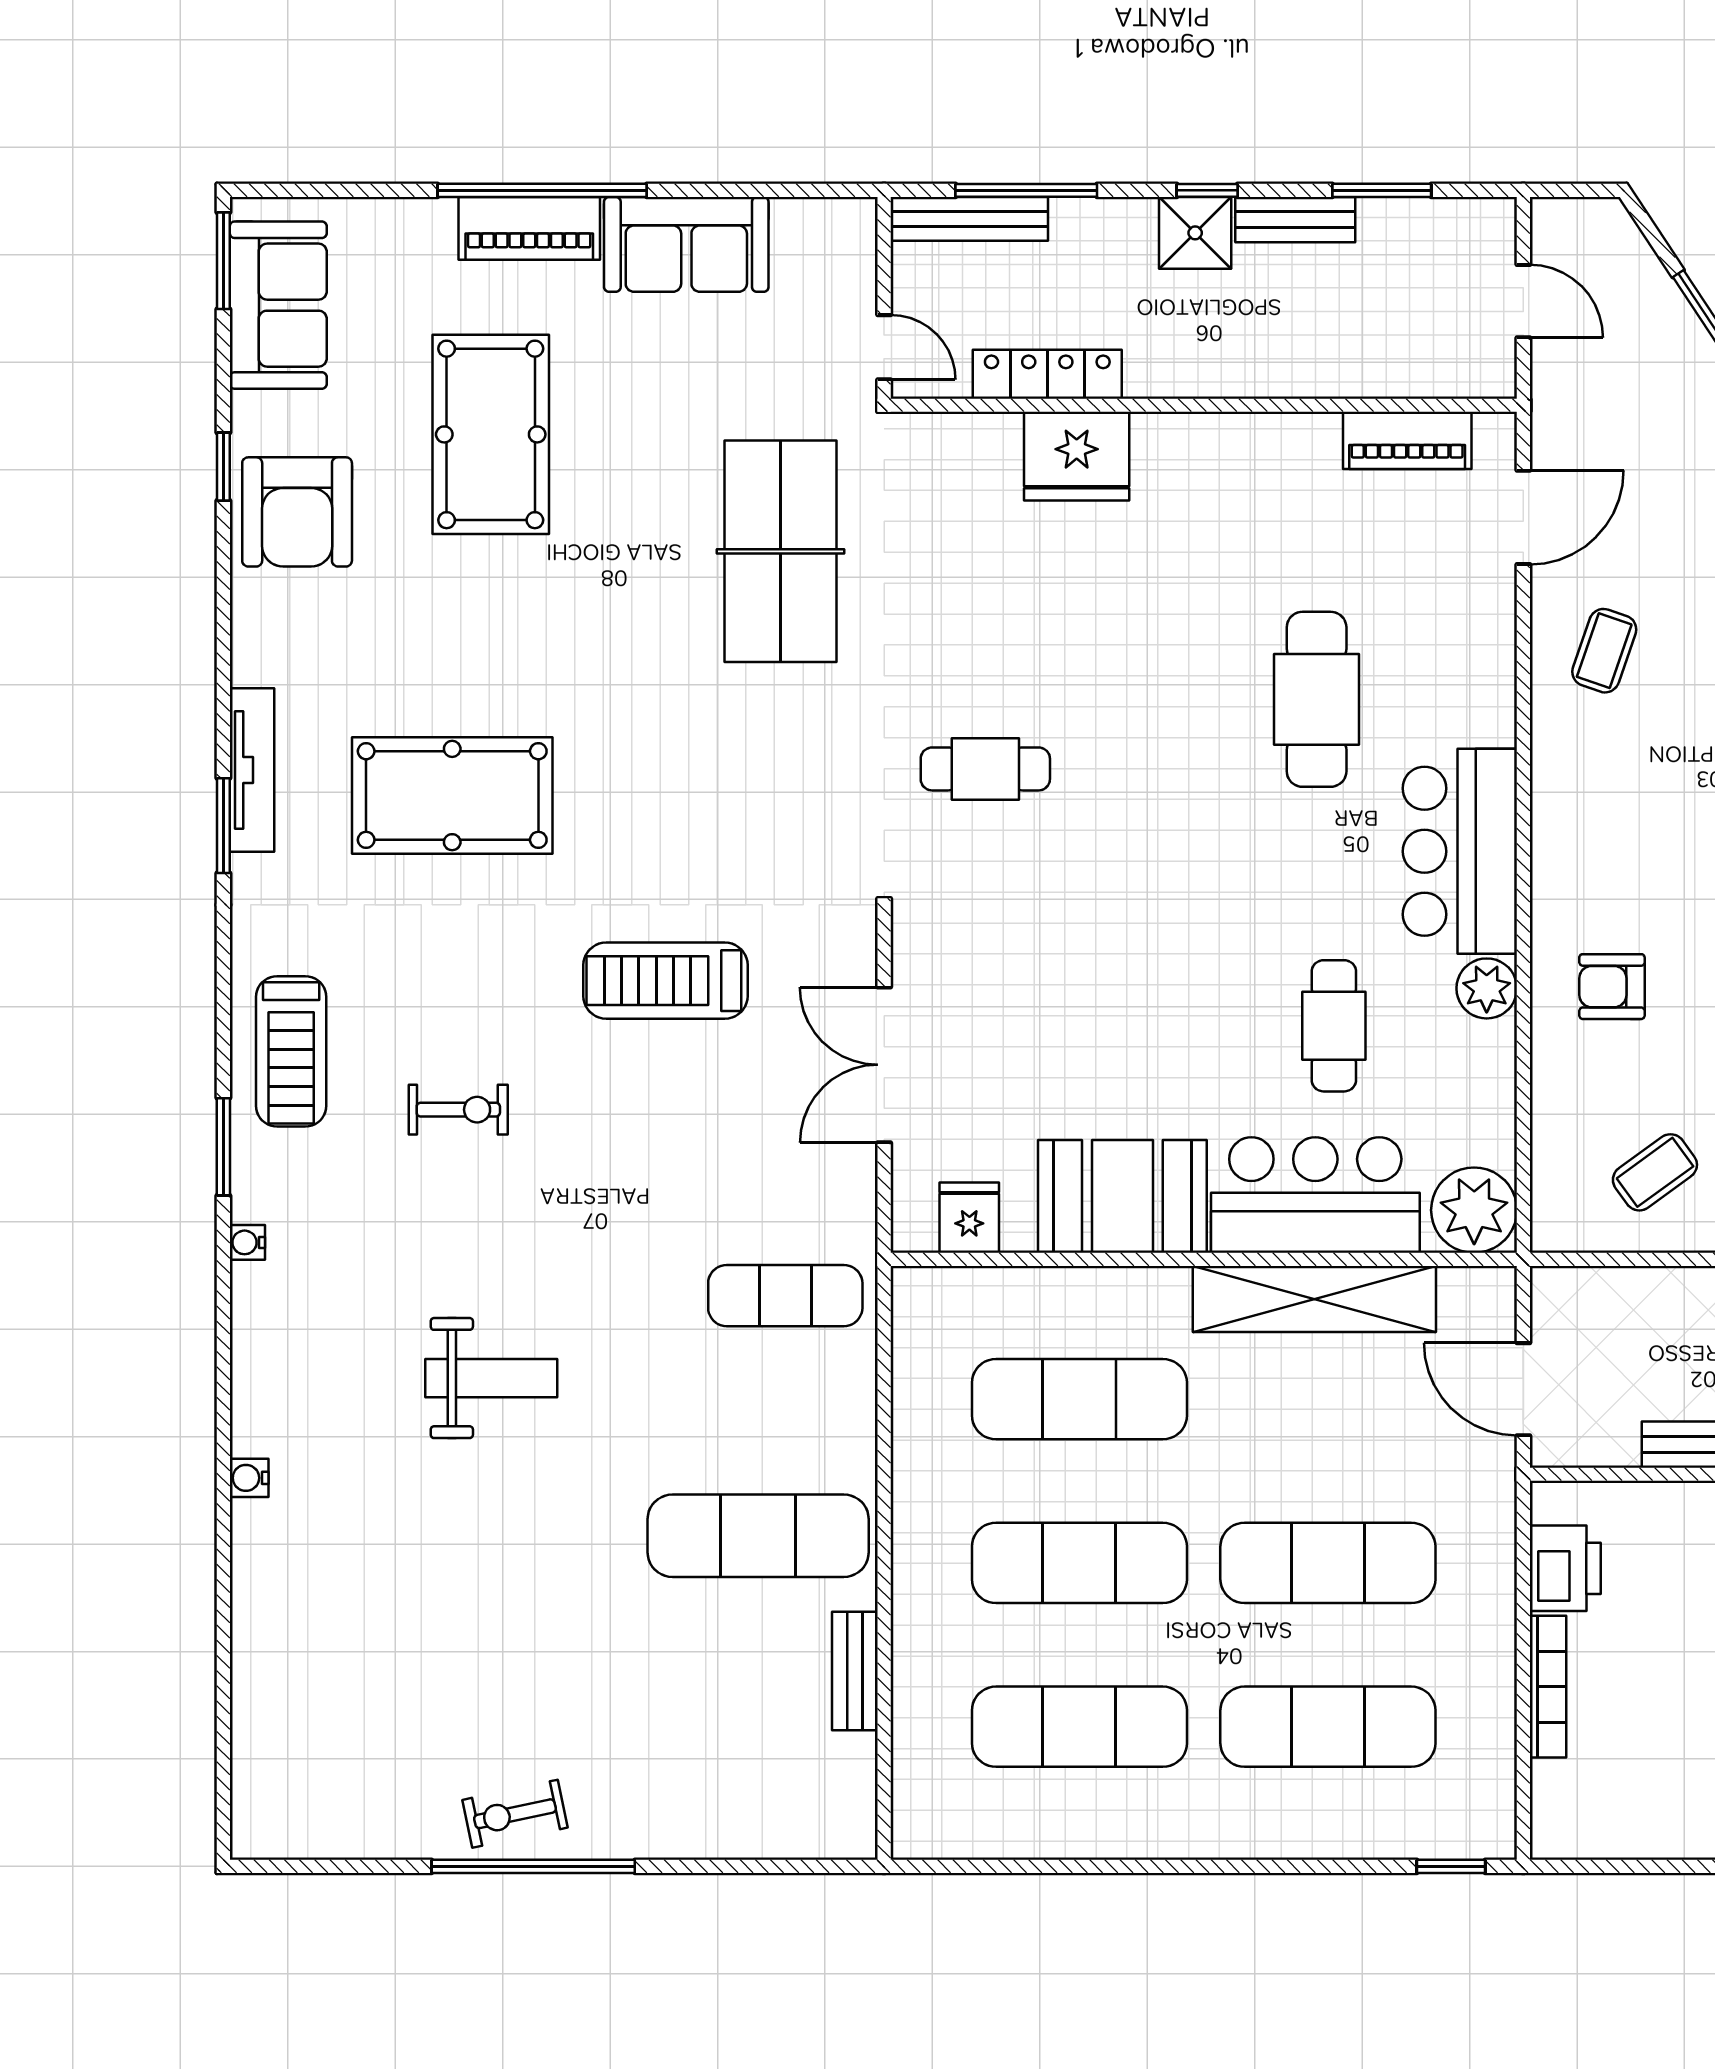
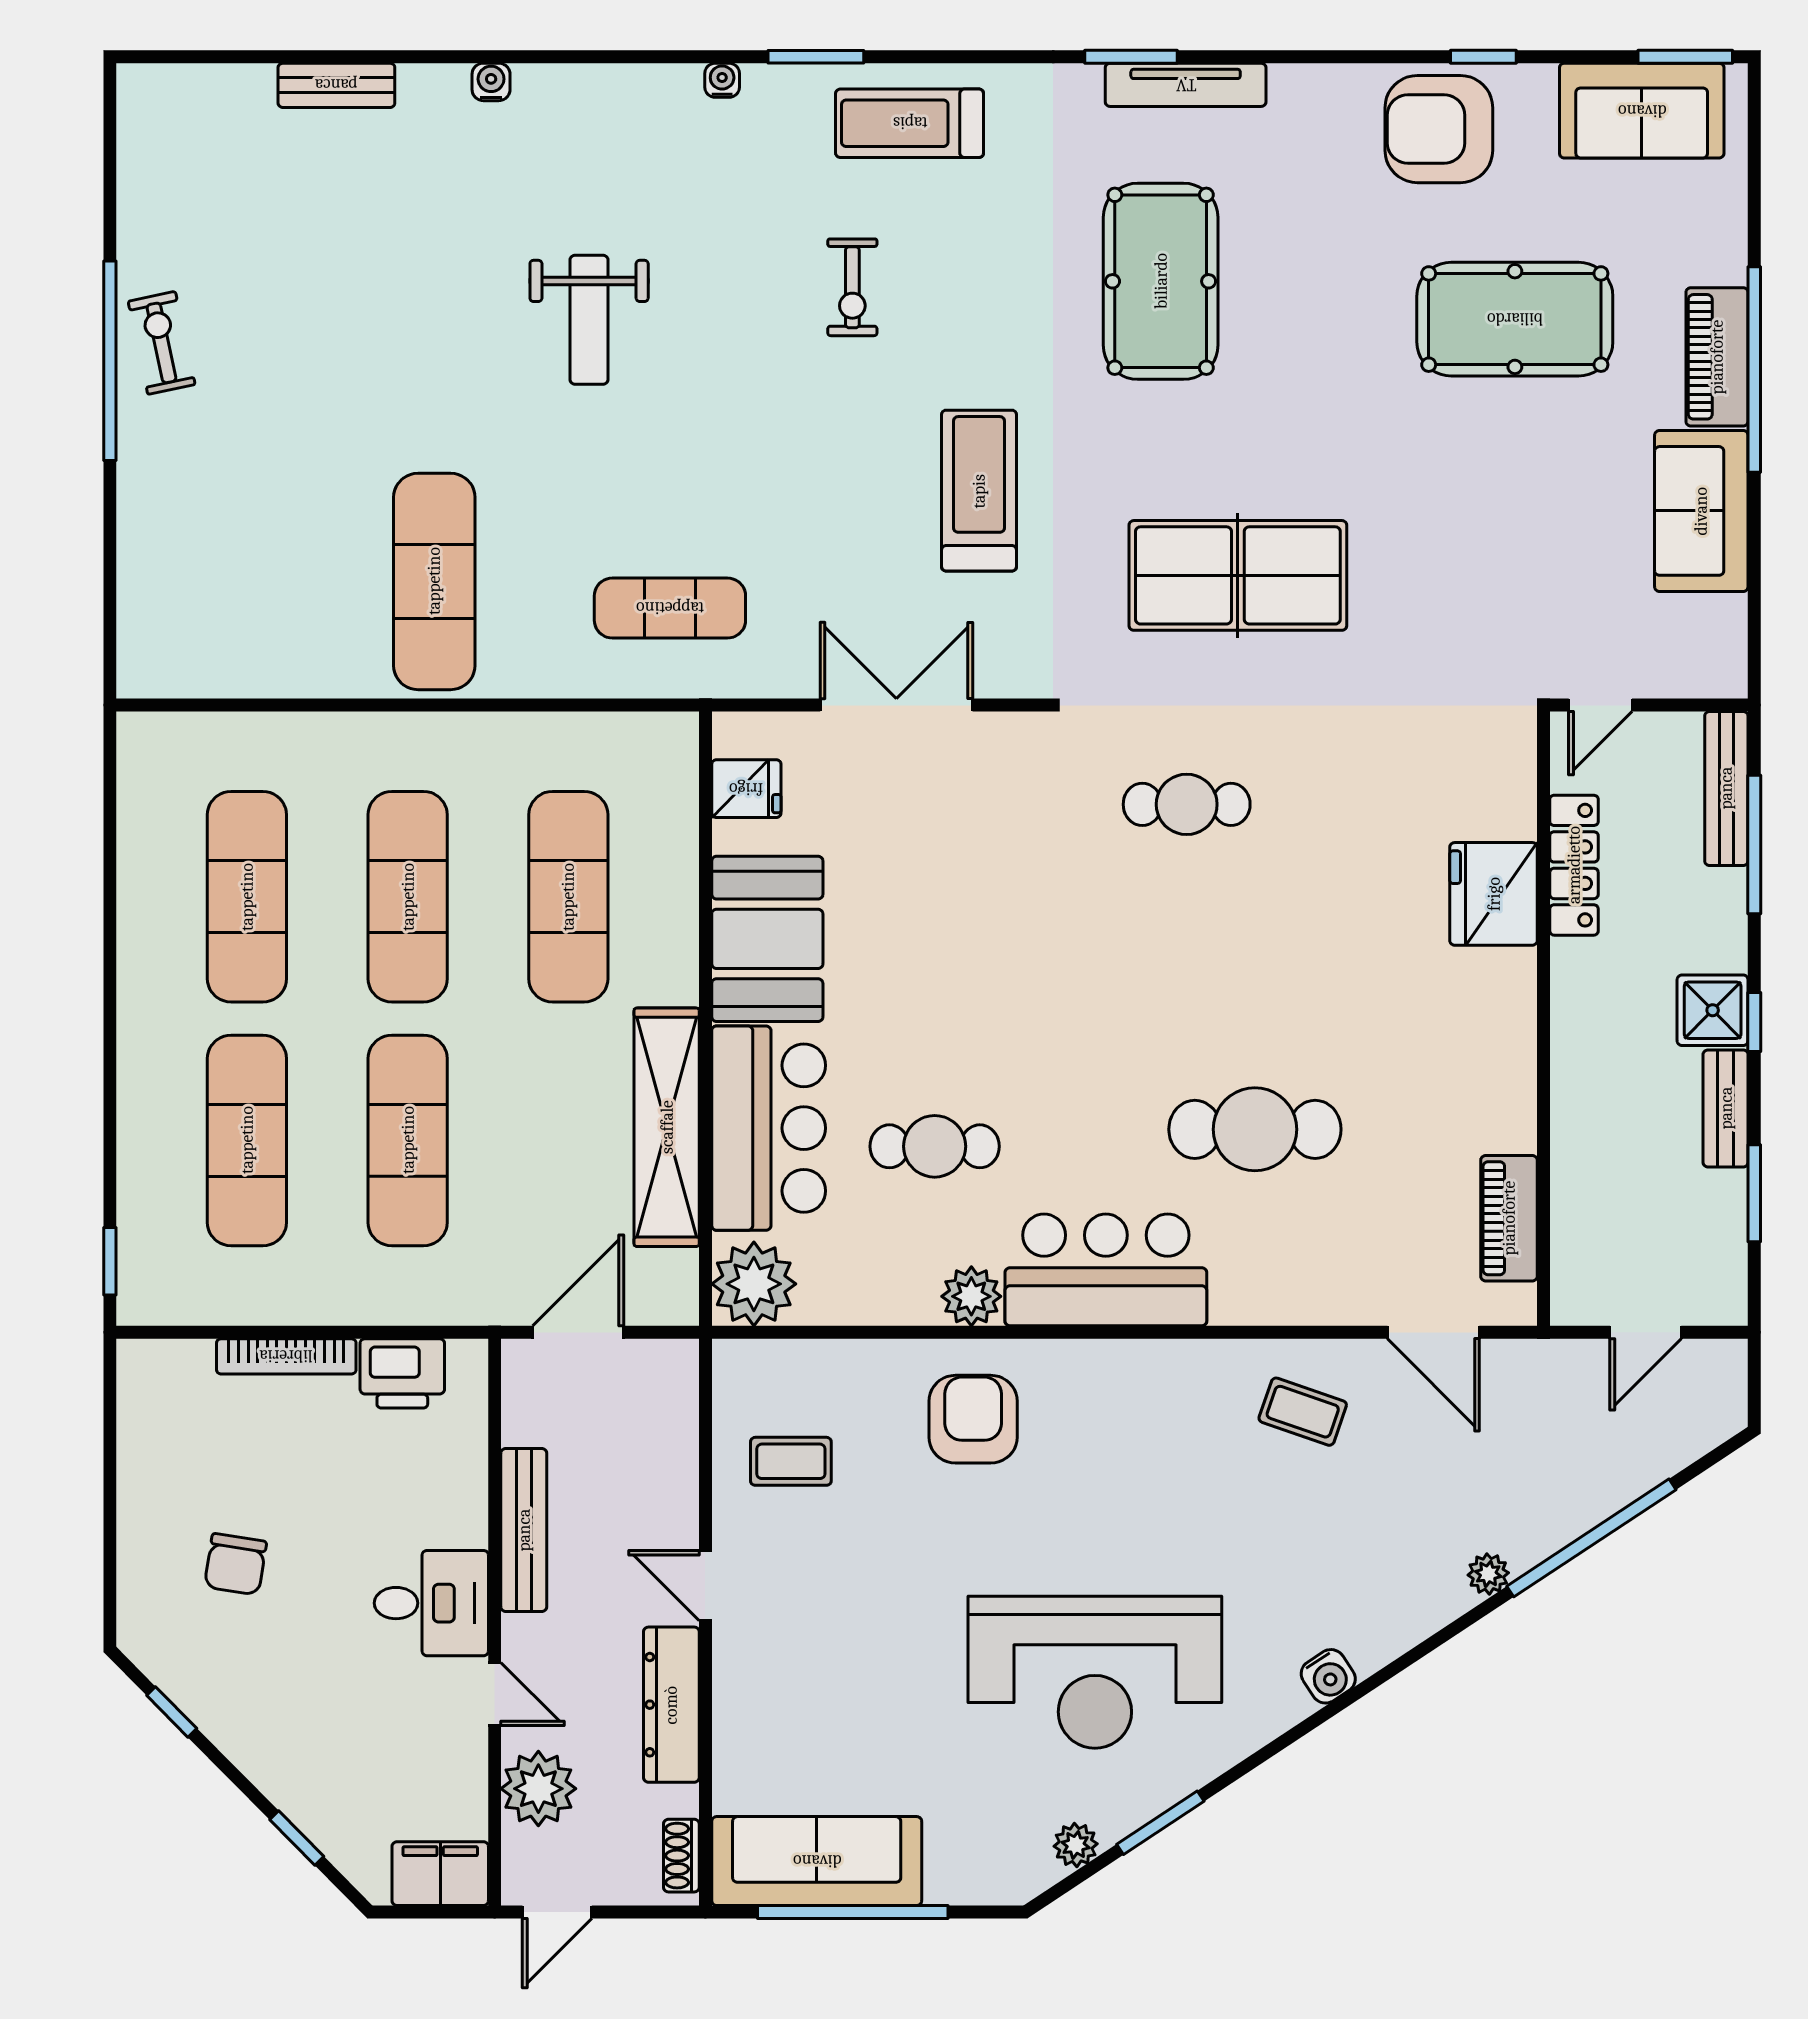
table tennis table: (781, 551) -> (1238, 575), moved
cafe table: (985, 769) -> (1187, 804), turned 90
armchair: (1612, 987) -> (973, 1419), width x1.38, depth x1.38
coffee table: (1655, 1172) -> (791, 1461), turned -54
exercise mat: (785, 1296) -> (670, 608), turned 90
bench: (855, 1671) -> (336, 85), moved

